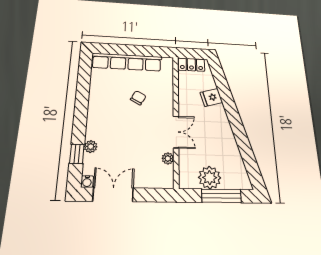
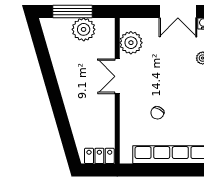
fridge: (211, 97) -> (78, 117), removed
plant: (168, 158) -> (131, 43), width x1.87, depth x1.87

